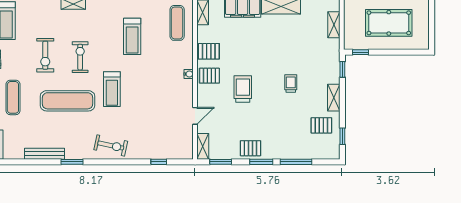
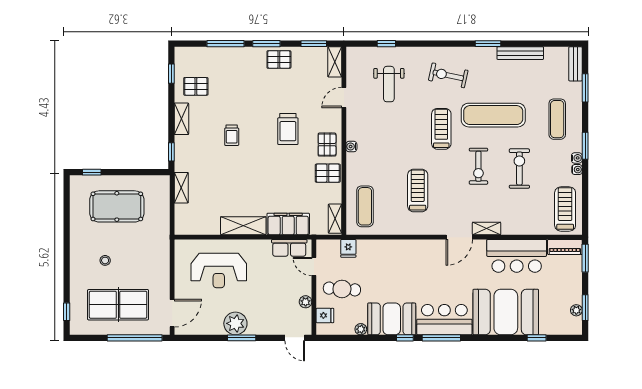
shelving: (334, 25) -> (181, 188), moved
window: (360, 52) -> (92, 172), moved
pallet: (209, 76) -> (327, 145), turned 90
weight bench: (157, 127) -> (389, 84), added
exercise bike: (111, 145) -> (448, 75), moved

